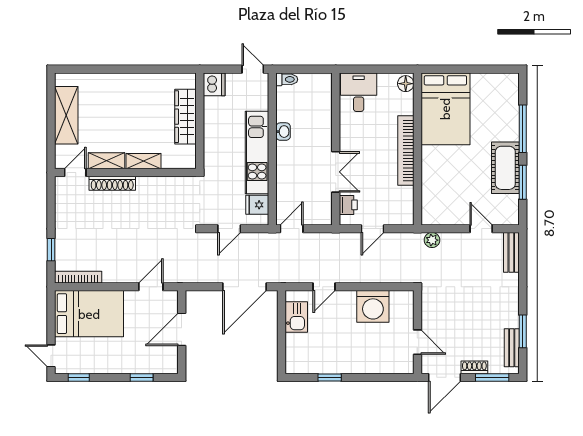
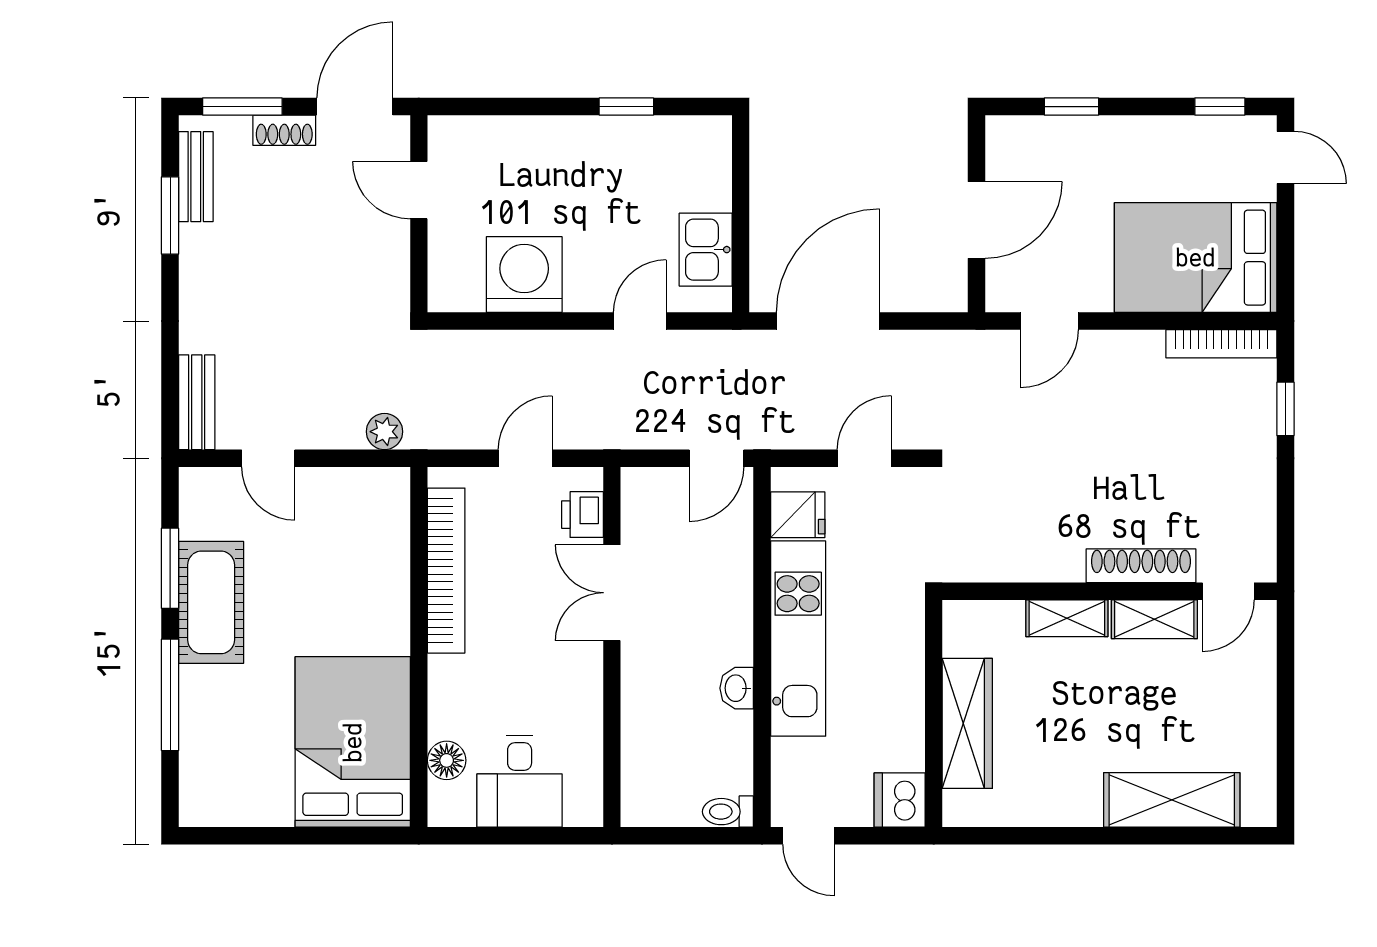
floor lamp: (406, 84) -> (447, 760), moved
desk: (359, 92) -> (520, 781), moved
shelving: (66, 115) -> (1172, 800), moved, turned 90
bookcase: (406, 150) -> (446, 571), moved

